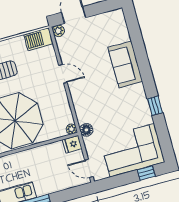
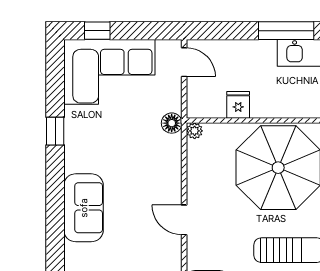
fridge: (72, 144) -> (238, 105), moved, turned -90

